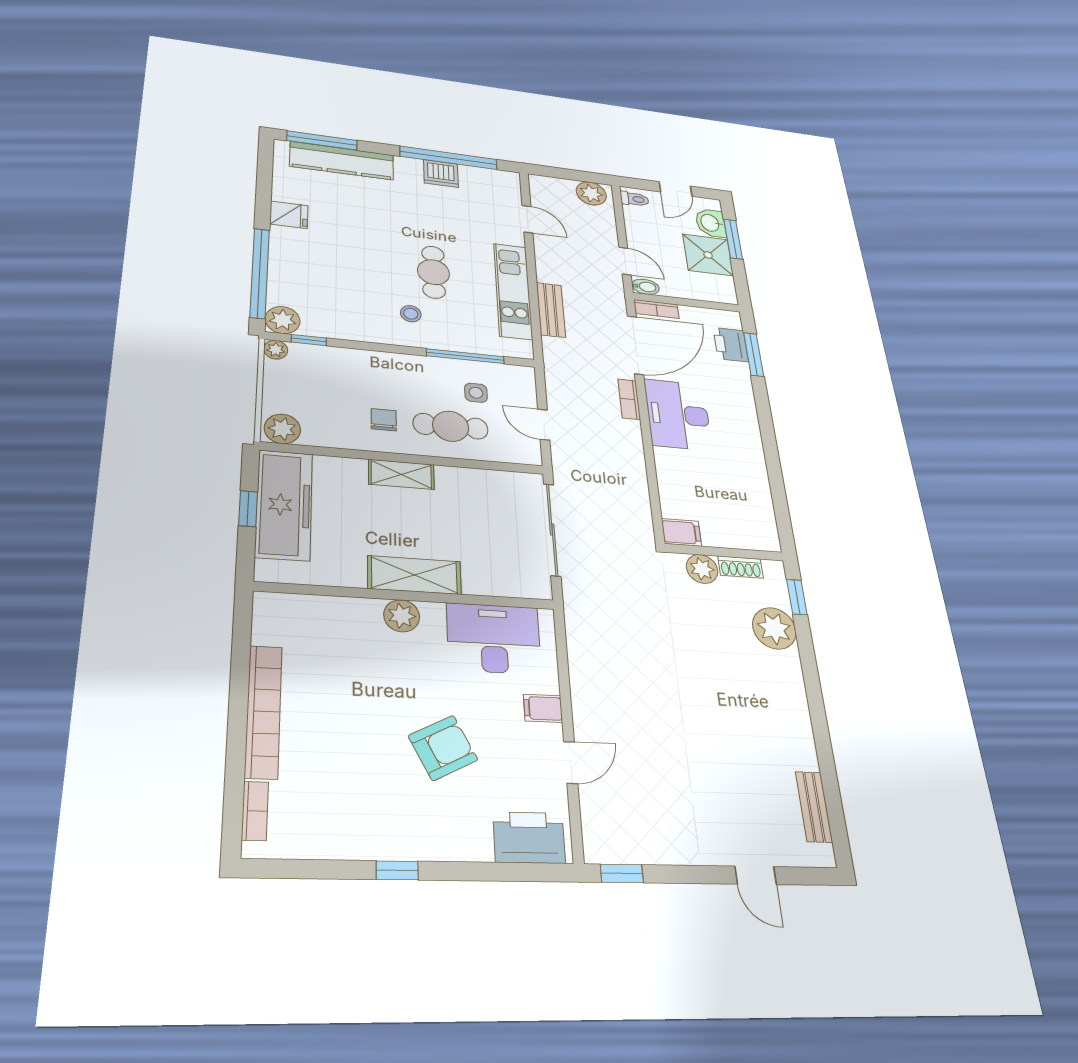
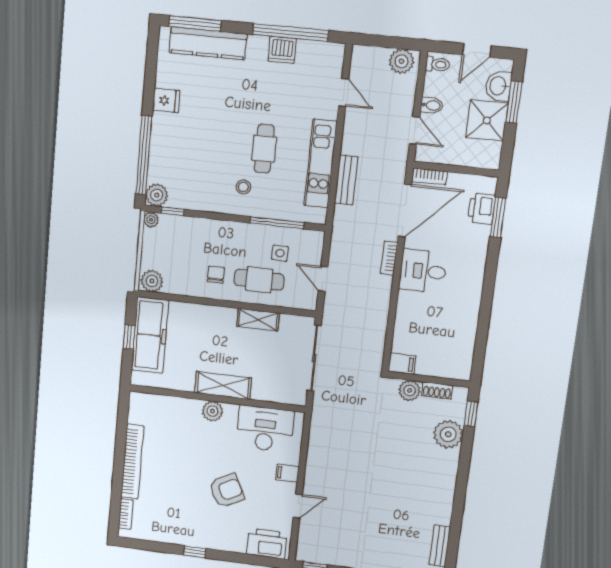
bidet: (645, 287) -> (432, 105), moved
desk: (678, 415) -> (423, 271), width x0.73
shelving: (401, 474) -> (258, 320), moved

